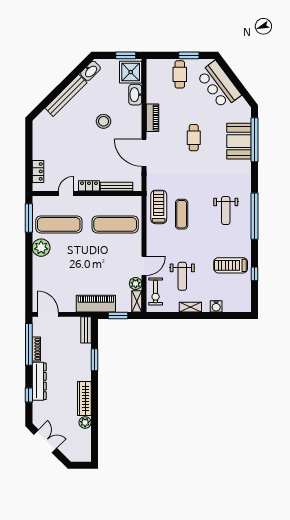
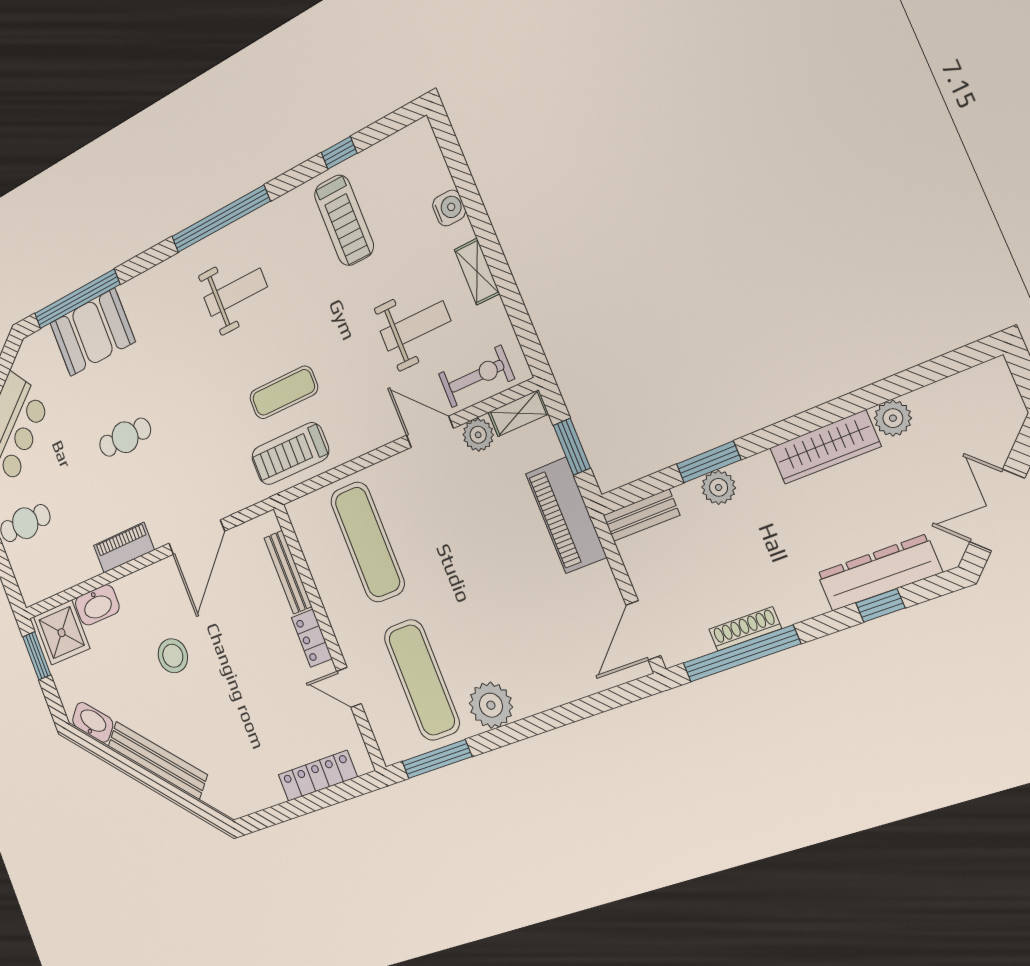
locker: (38, 171) -> (318, 776), width x1.53
plant: (85, 360) -> (719, 487), added
dresser: (39, 381) -> (879, 573), moved

